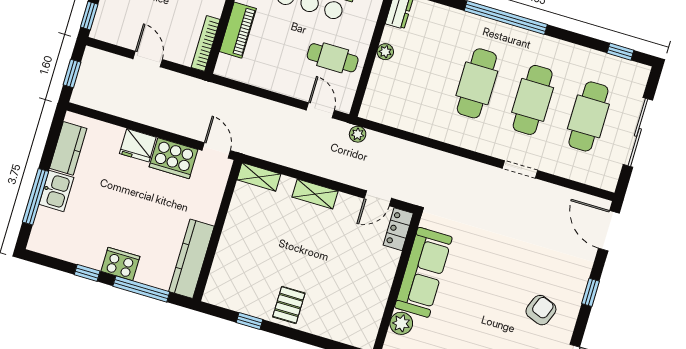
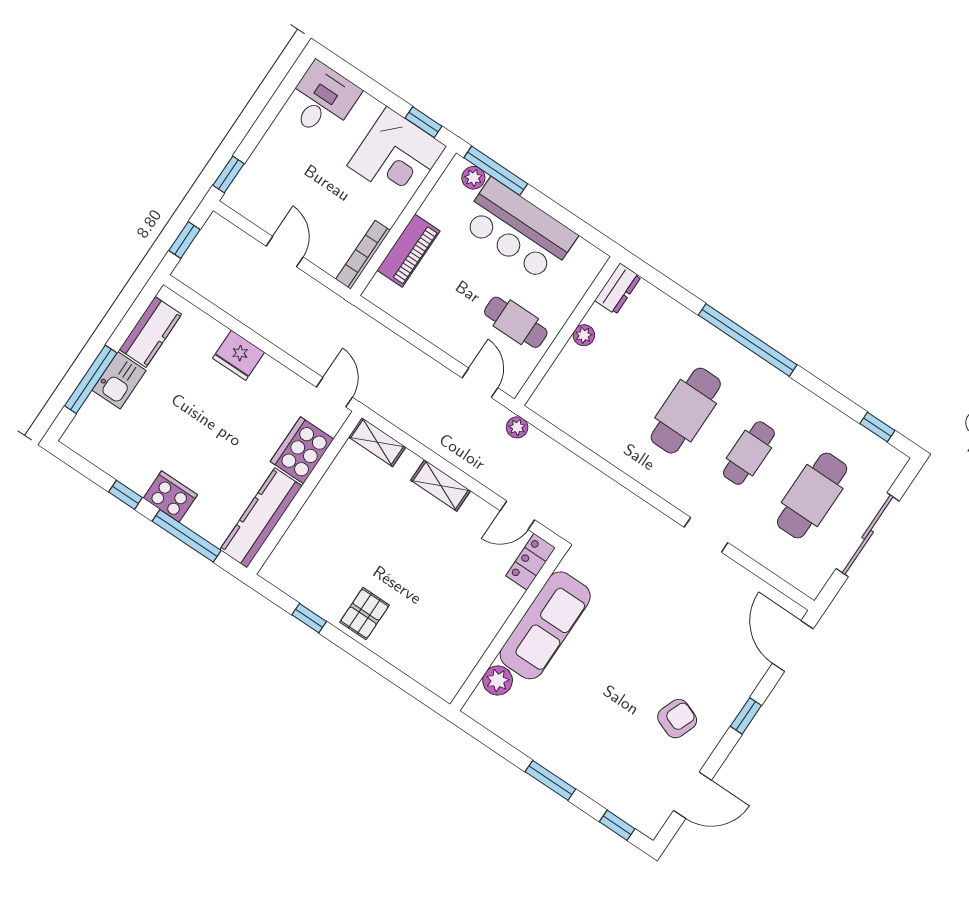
cafe table: (533, 100) -> (749, 453), width x0.73, depth x0.74
cooker: (173, 158) -> (302, 450), moved, turned 90

